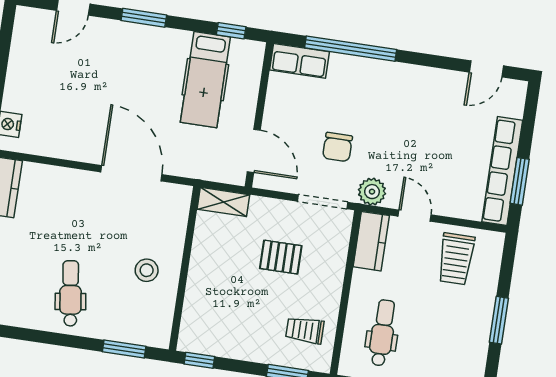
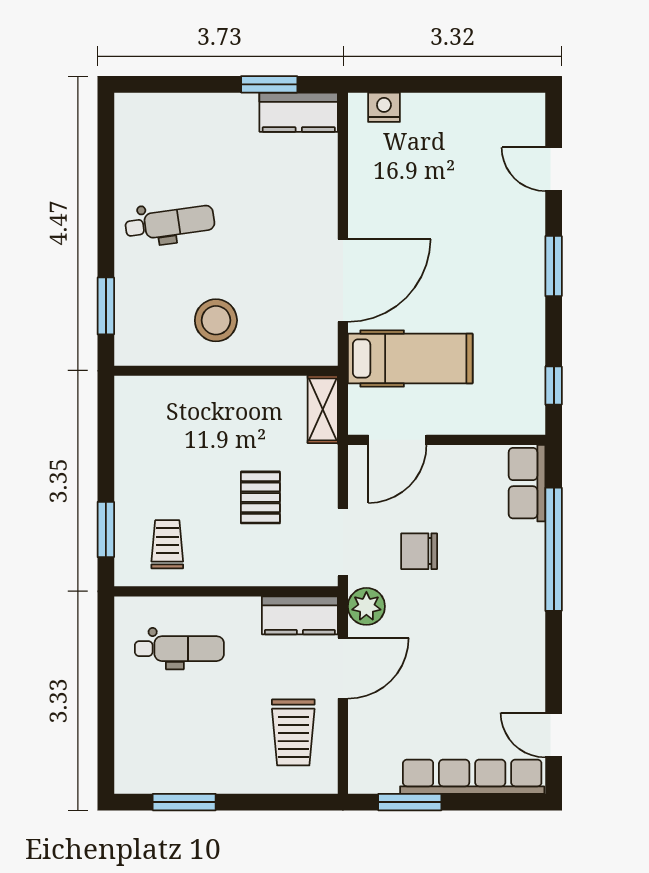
hospital bed: (205, 80) -> (410, 359), moved, turned 180
row of seats: (502, 171) -> (472, 777), moved
door: (415, 216) -> (343, 668), width x1.37
trolley: (456, 259) -> (293, 732), turned -90
stool: (147, 270) -> (216, 320), width x1.38, depth x1.38
window: (499, 320) -> (184, 802), moved
window: (199, 360) -> (106, 409), removed

